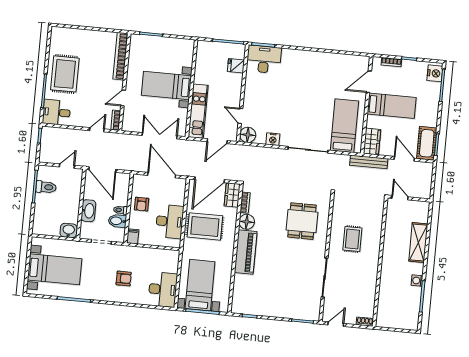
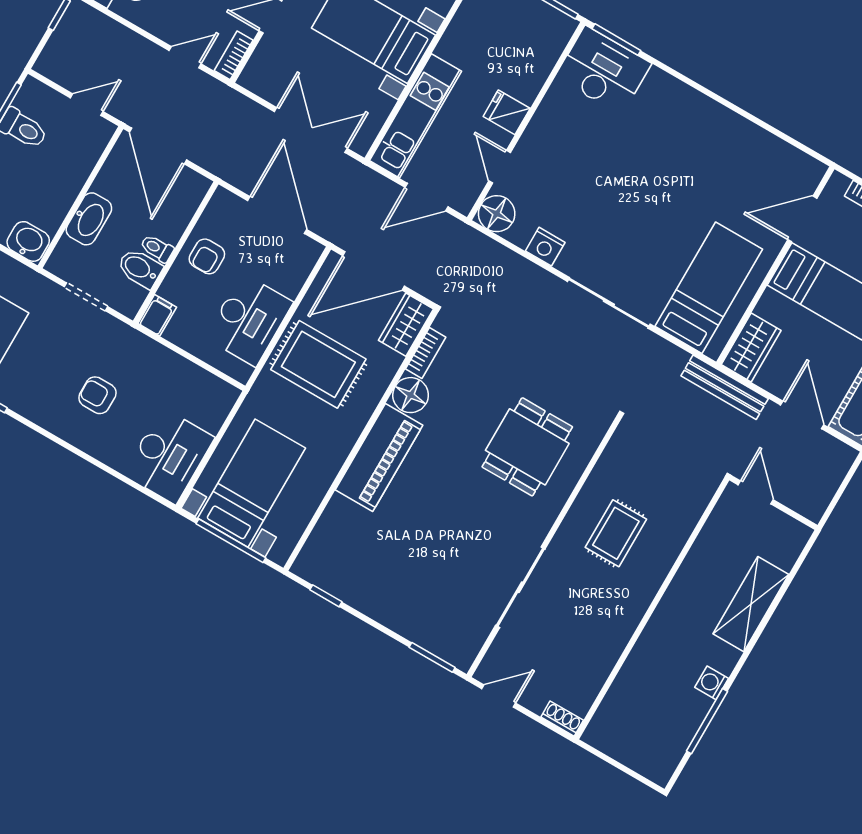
fridge: (236, 66) -> (507, 112), moved
armchair: (124, 279) -> (97, 395), turned 180

